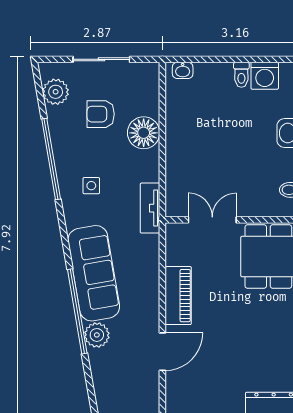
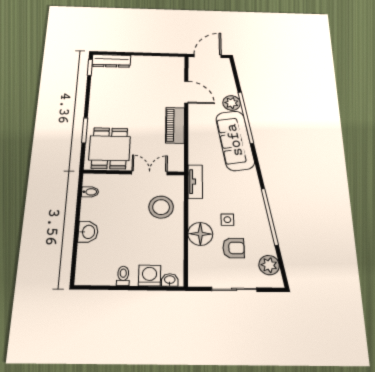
washing machine: (265, 76) -> (149, 276), moved
stool: (196, 170) -> (161, 207), added
side table: (91, 186) -> (227, 220), moved
double door: (212, 220) -> (149, 173), swing flipped
door: (162, 352) -> (186, 92), swing flipped

